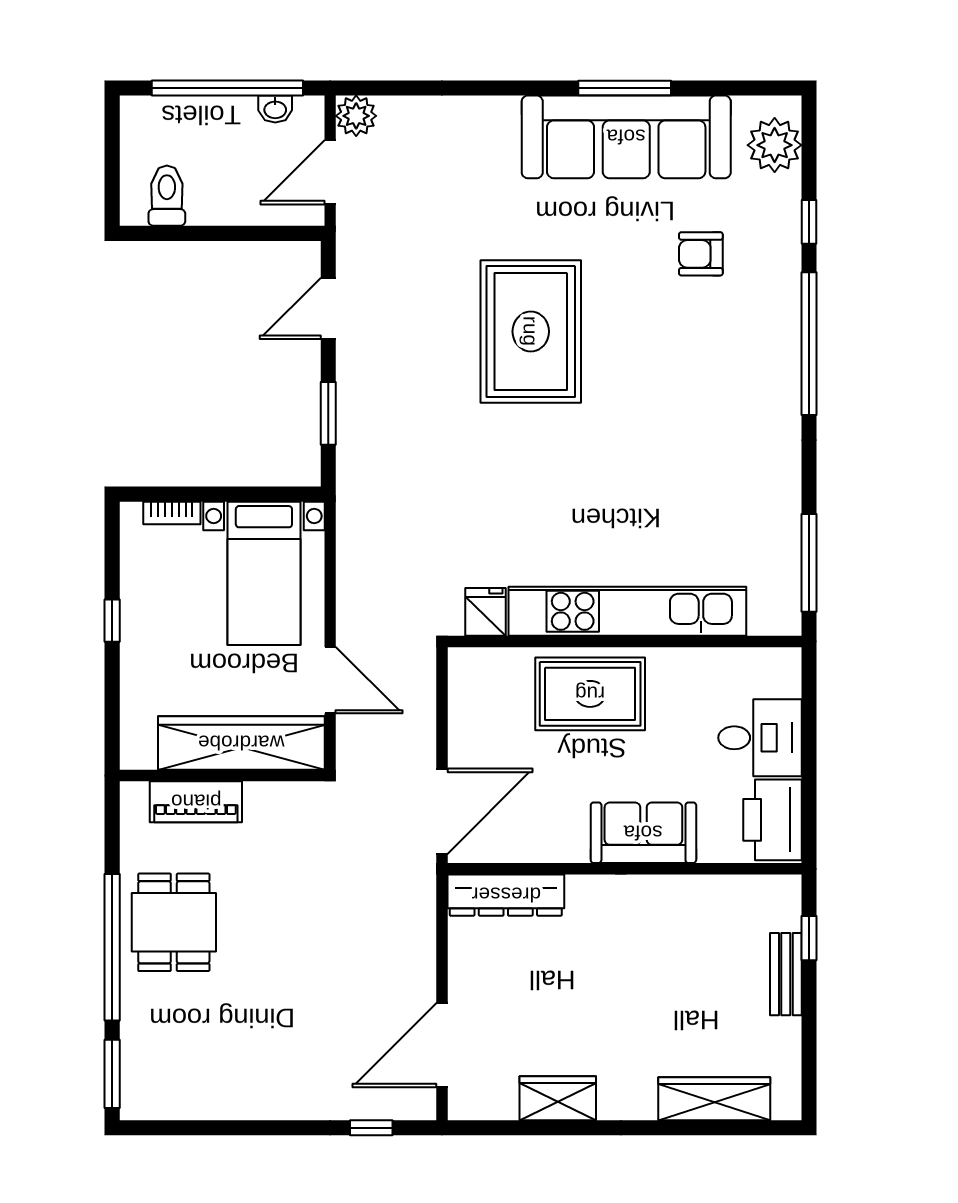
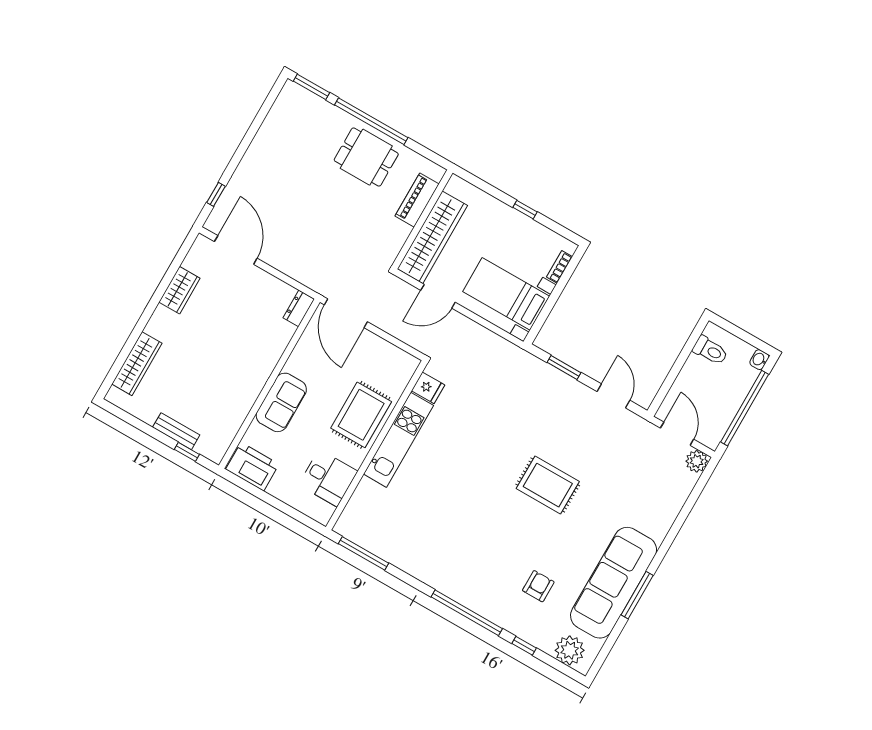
washbasin: (275, 109) -> (759, 360), moved
rug: (531, 331) -> (548, 485), width x0.73, depth x0.69
kitchen unit: (627, 611) -> (398, 440), width x0.73
desk: (760, 738) -> (328, 478), moved, turned -90
dresser: (506, 895) -> (299, 308), width x0.51, depth x0.80

